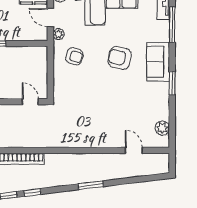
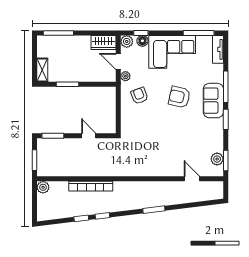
window: (172, 25) -> (226, 87), moved
armchair: (74, 56) -> (139, 96), turned -129
door: (30, 102) -> (89, 136), moved
window: (172, 130) -> (226, 161), added

